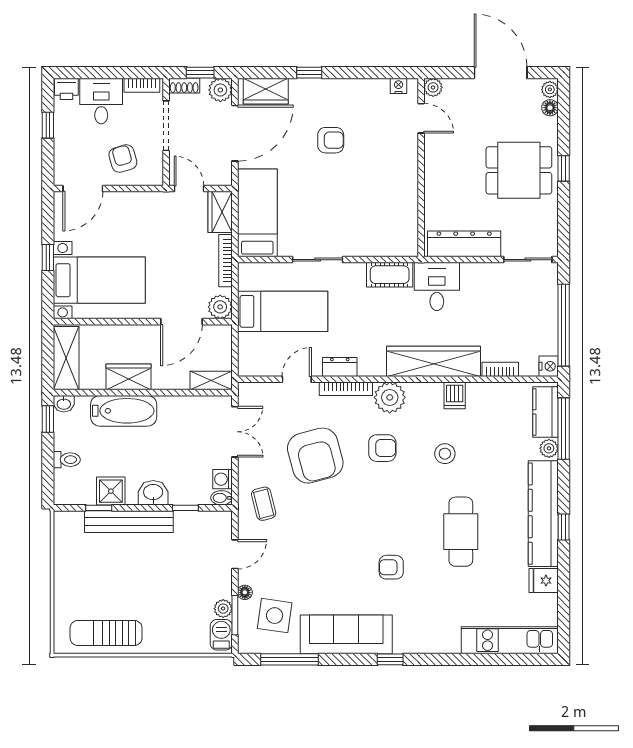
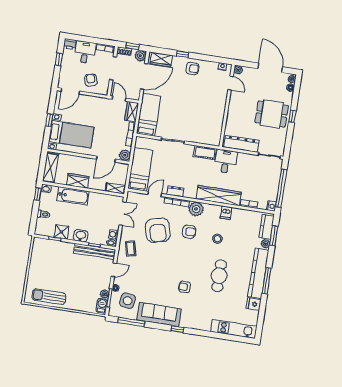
armchair: (331, 140) -> (192, 68), moved
bed: (283, 311) -> (140, 169), moved, turned -90
window: (564, 429) -> (274, 236), width x0.69
bench: (129, 522) -> (95, 251), moved
window: (564, 527) -> (267, 281), width x2.17

